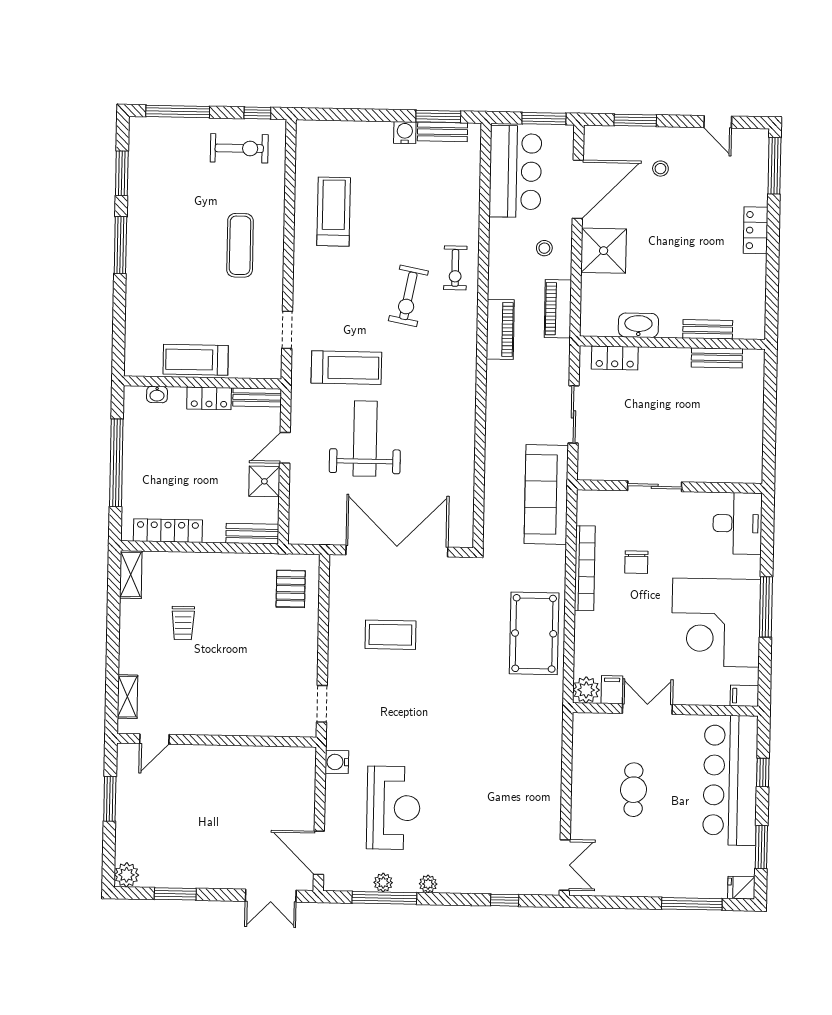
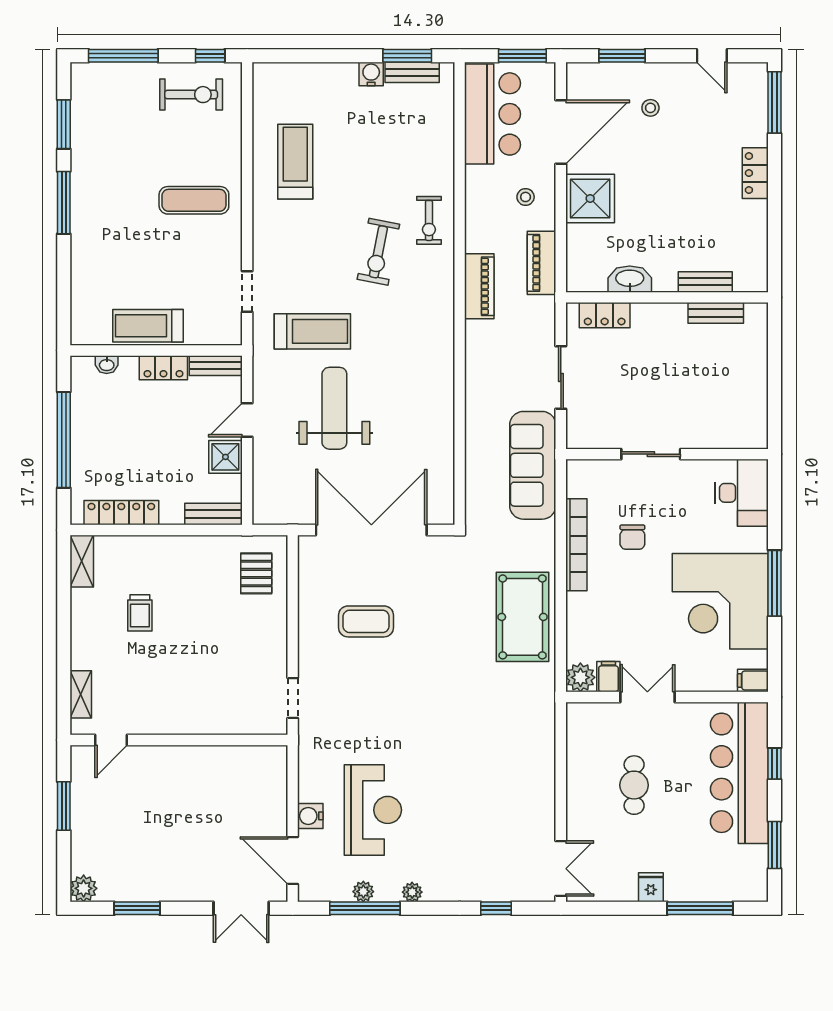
exercise mat: (240, 245) -> (194, 200), turned 90
water cooler: (337, 762) -> (310, 816), moved
fridge: (741, 888) -> (651, 887), moved, turned 90

